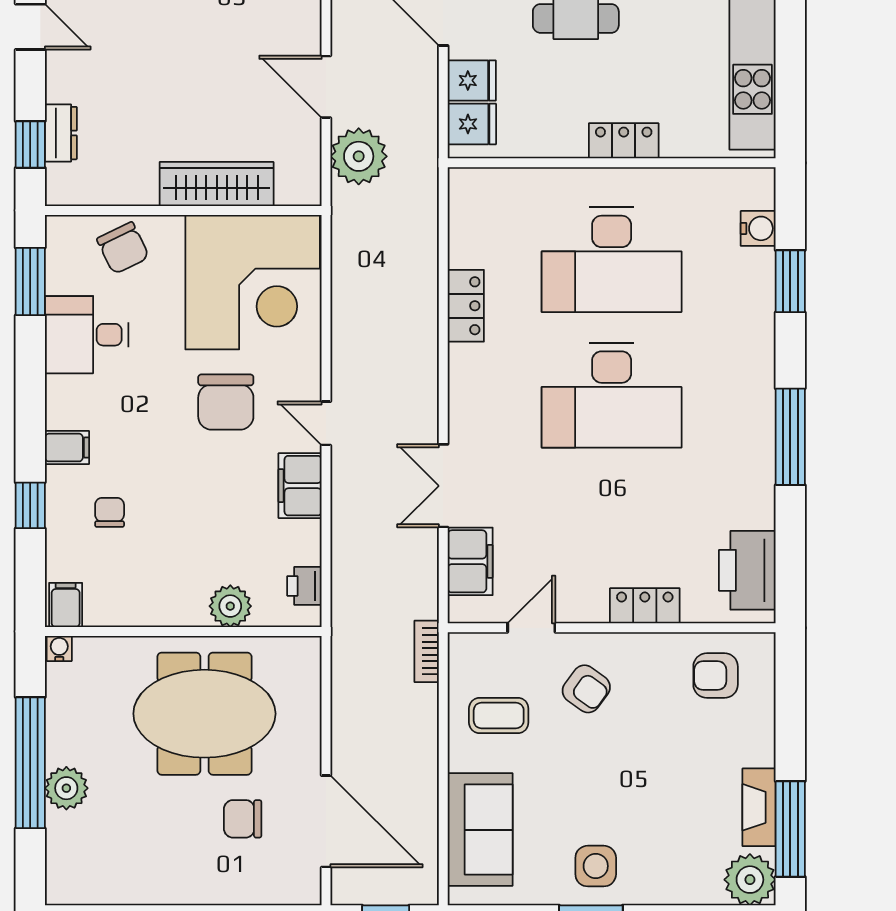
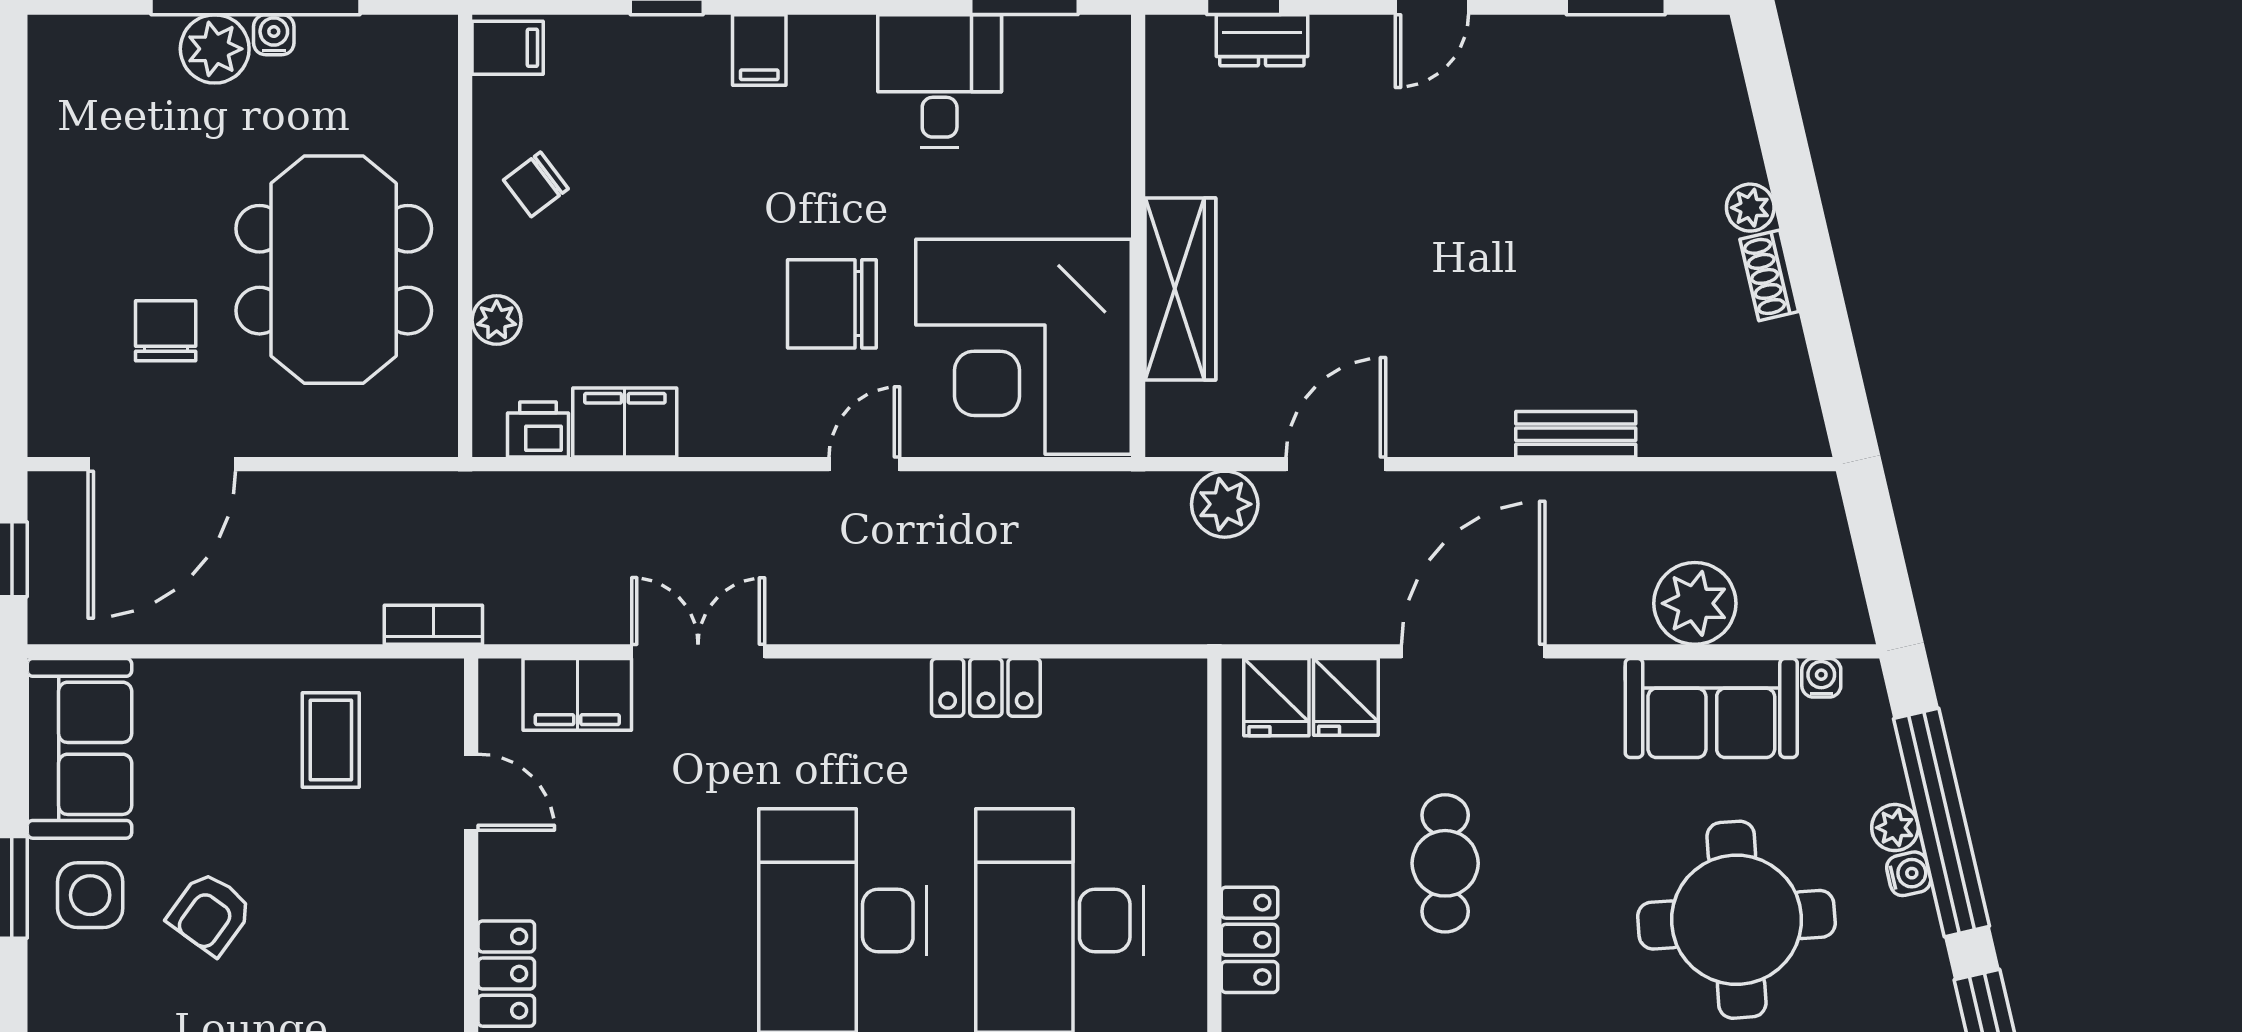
plant: (359, 156) -> (1225, 504), width x0.73, depth x0.73
chair: (123, 248) -> (1078, 139), removed
door: (326, 423) -> (864, 464), moved
filing cabinet: (300, 486) -> (625, 422), moved
chair: (110, 512) -> (536, 184), moved, turned 143
plant: (230, 606) -> (497, 320), width x0.73, depth x0.73
water cooler: (59, 648) -> (274, 35), moved, turned -90
armchair: (586, 689) -> (210, 913), moved
sofa: (480, 830) -> (79, 748), moved, turned -90

